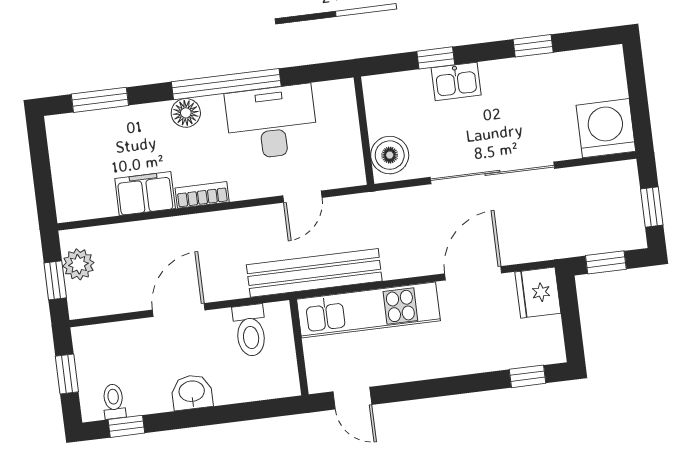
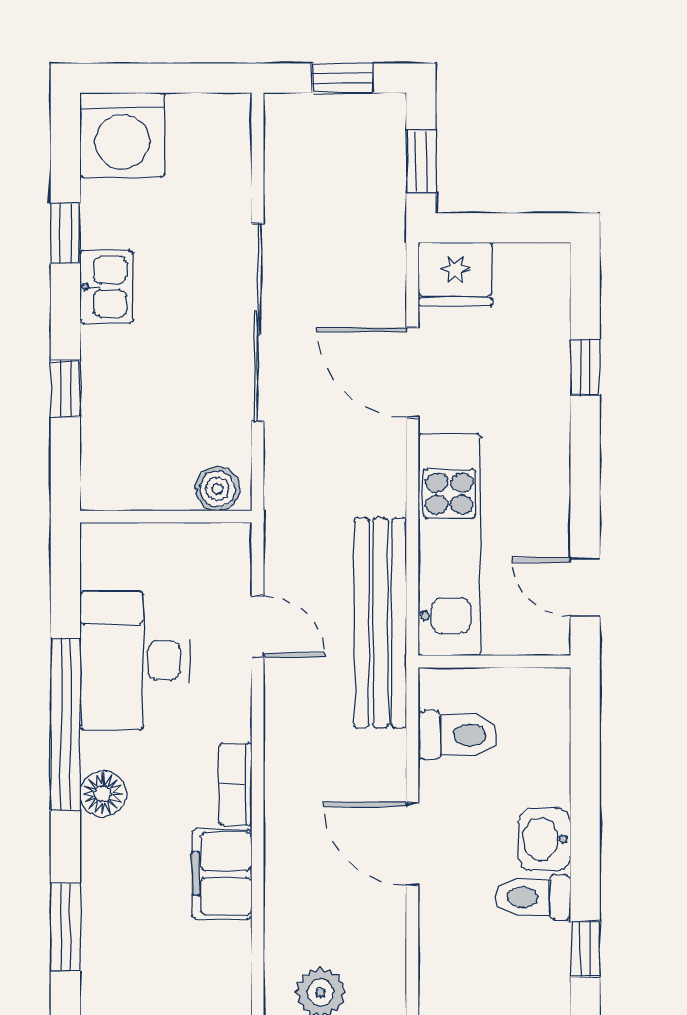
kitchen sink: (456, 81) -> (106, 287), moved
washing machine: (606, 128) -> (122, 135), moved, turned -90
boiler: (390, 155) -> (217, 489), width x0.73, depth x0.73
window: (527, 376) -> (585, 367), moved
door: (352, 398) -> (585, 587), swing flipped
toilet: (114, 401) -> (533, 897), moved, width x1.37, depth x1.39

